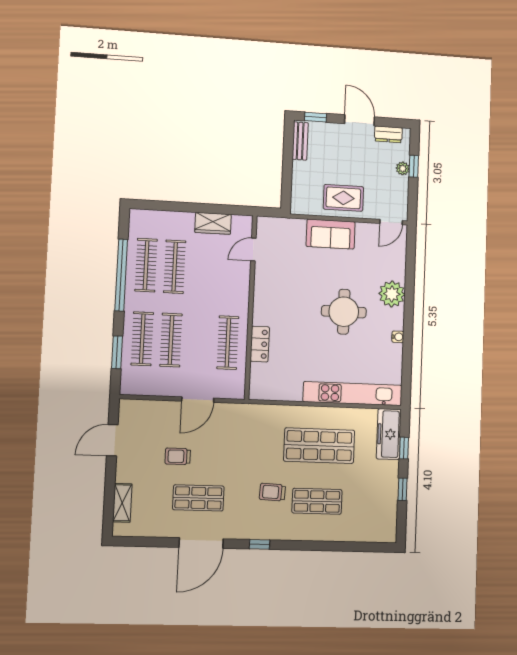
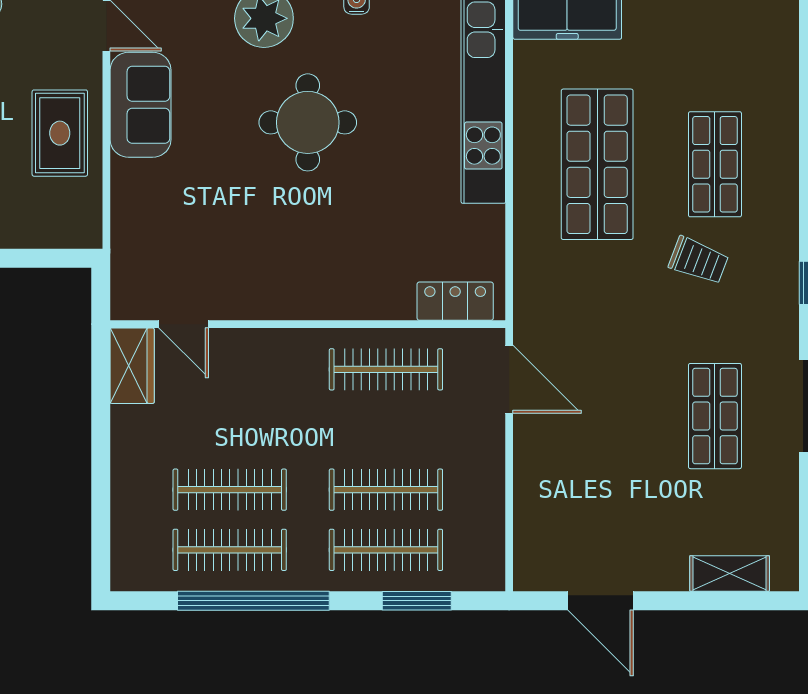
wardrobe: (213, 223) -> (132, 366), moved
sofa: (331, 234) -> (141, 105), moved
locker: (260, 344) -> (455, 301), moved
door: (198, 400) -> (509, 379), moved
trolley: (178, 456) -> (630, 464), removed
trolley: (272, 492) -> (698, 260), turned -72

